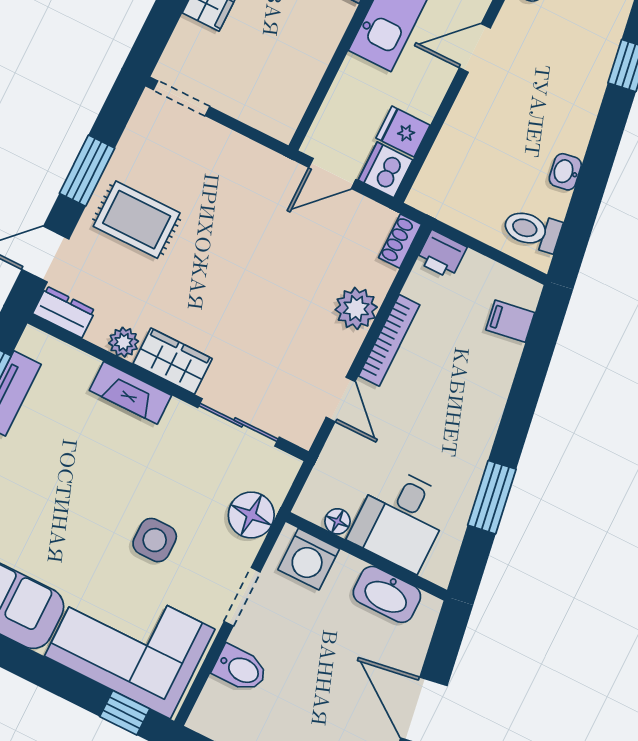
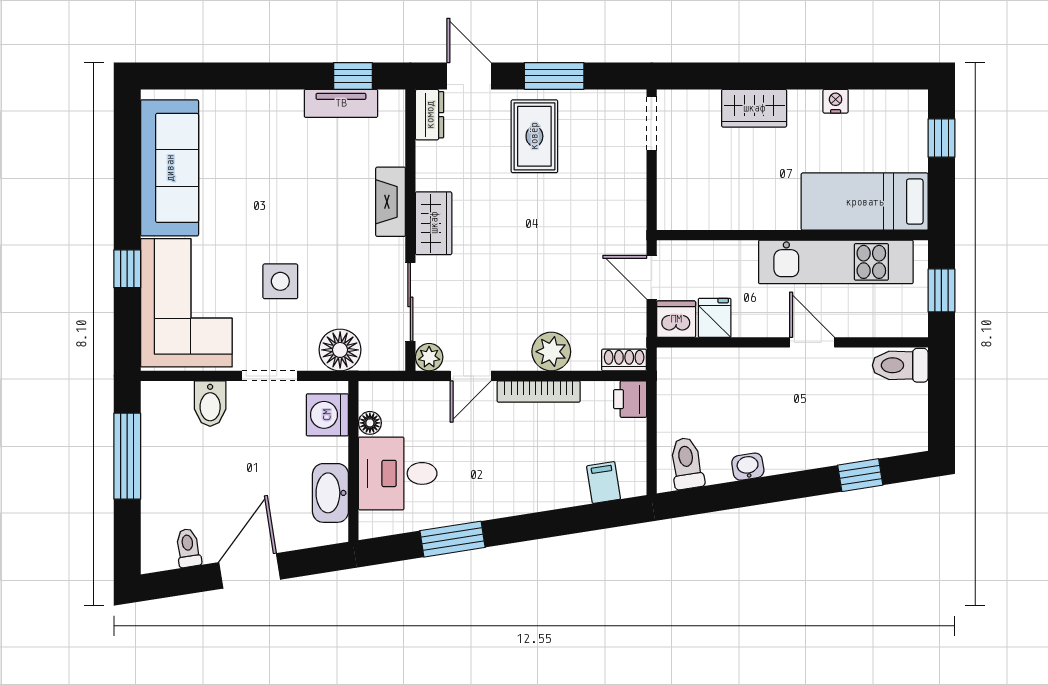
plant: (124, 342) -> (429, 357), moved
window: (125, 713) -> (127, 269), moved

